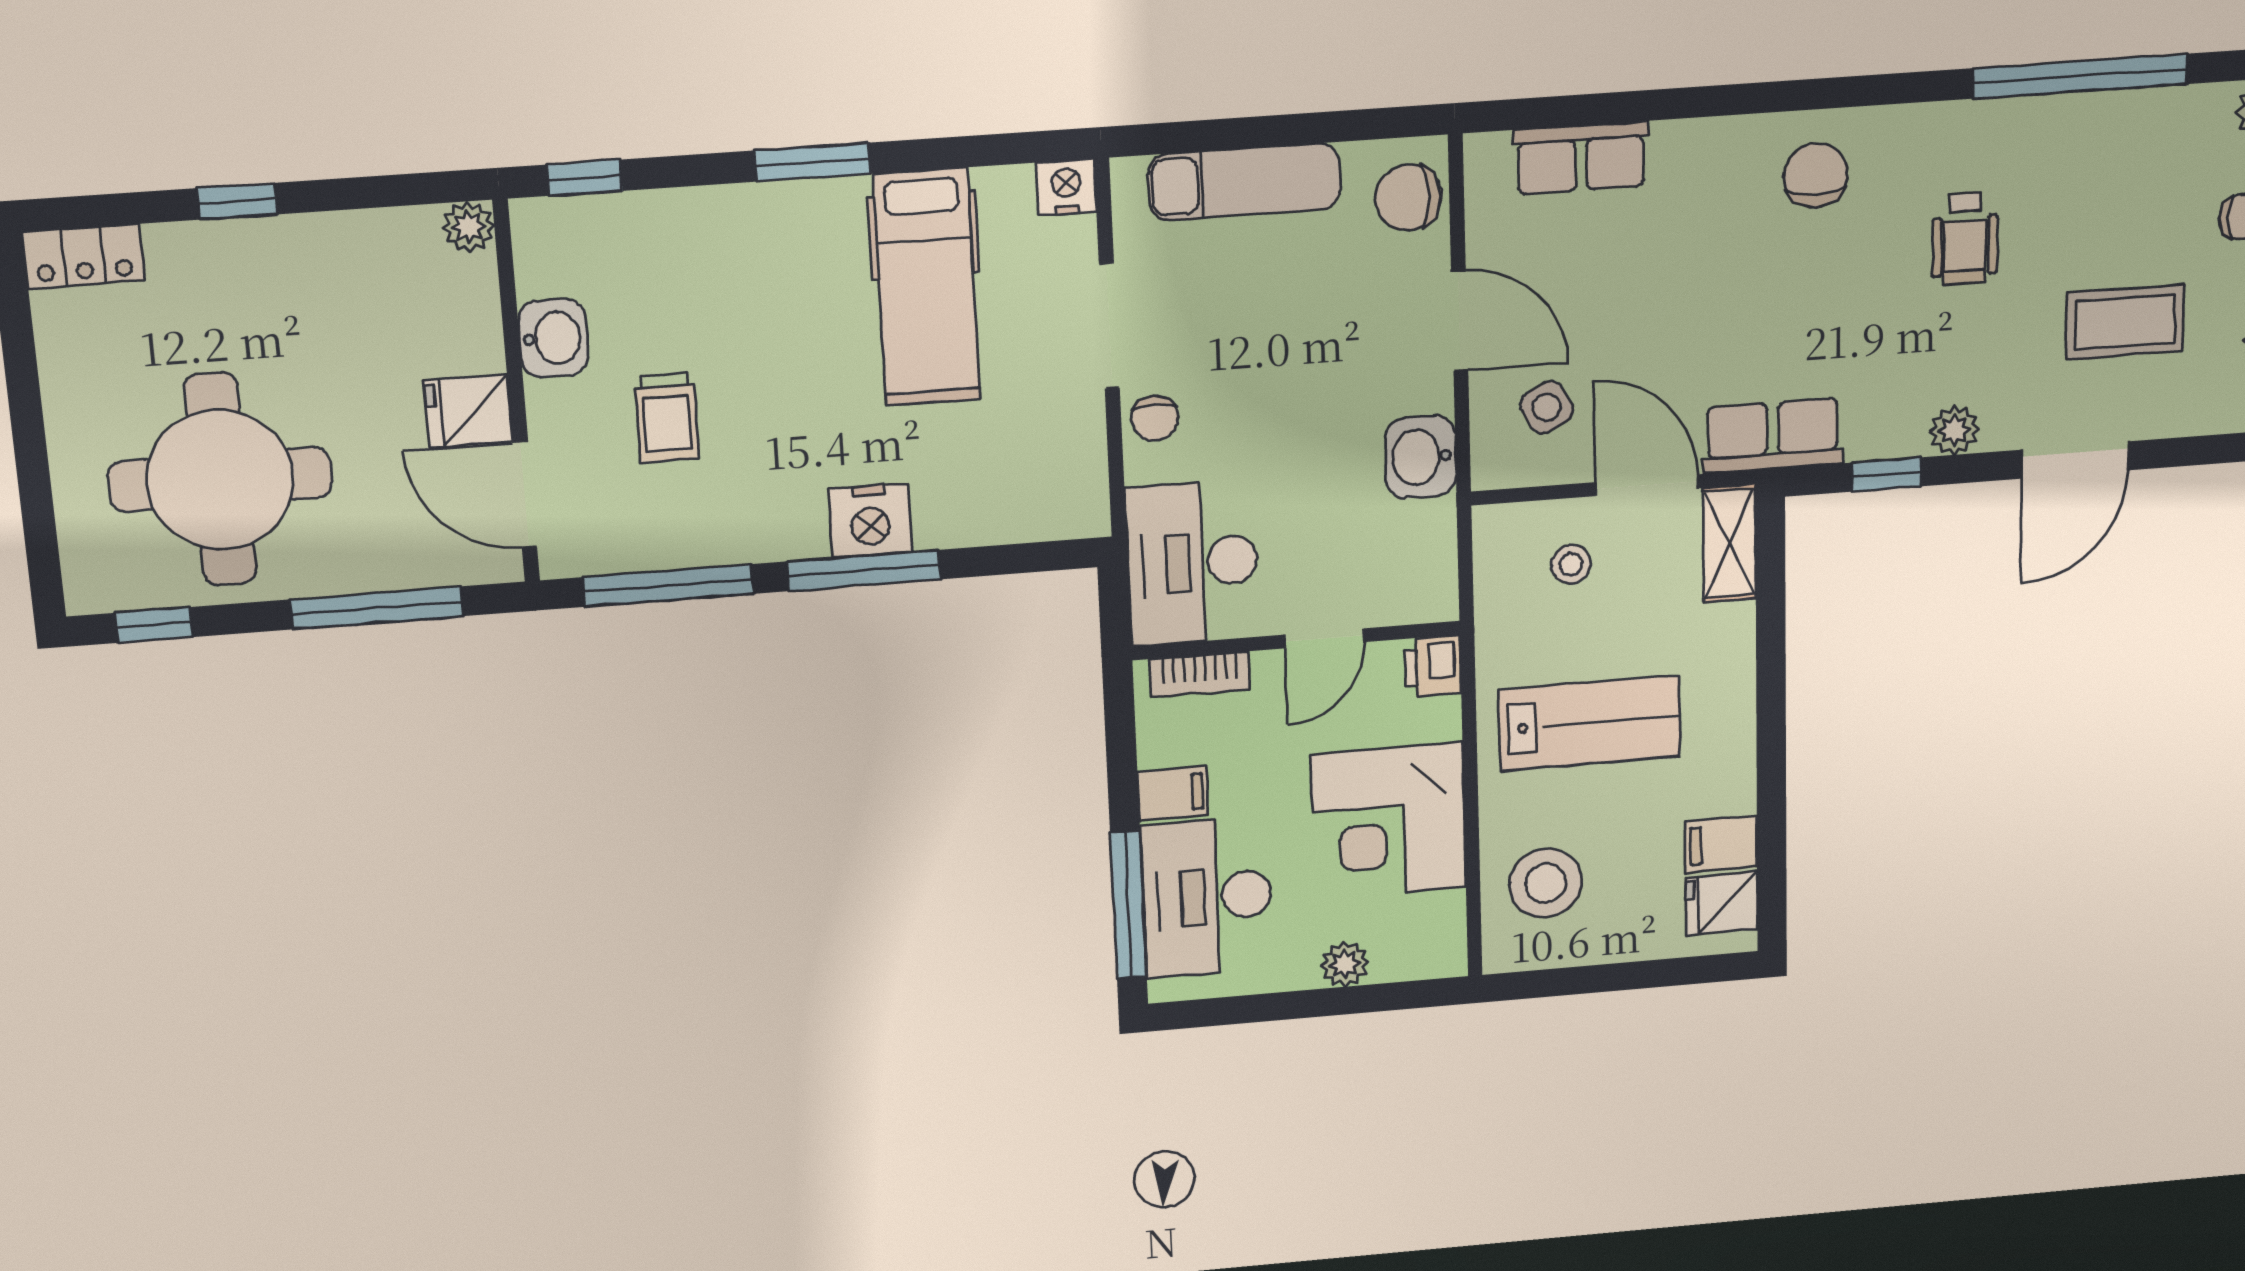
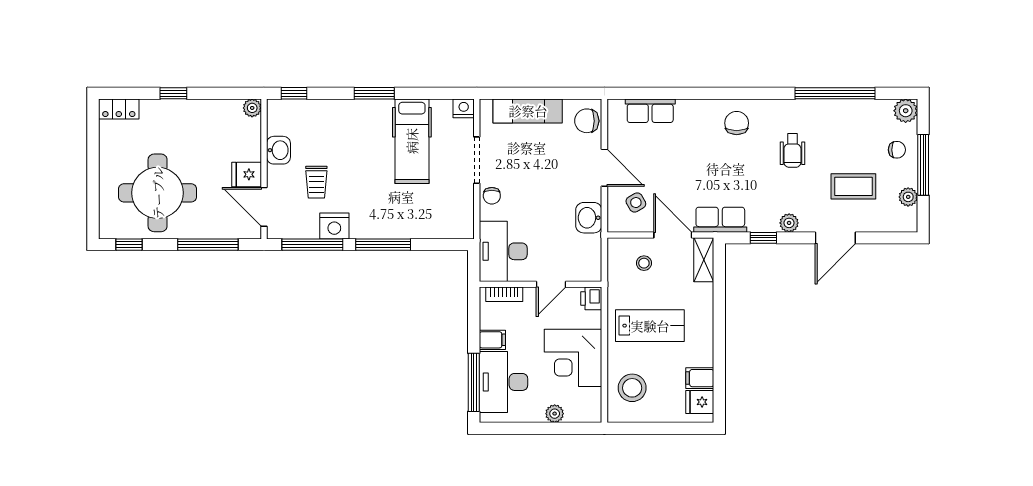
nightstand: (870, 520) -> (334, 226), moved

